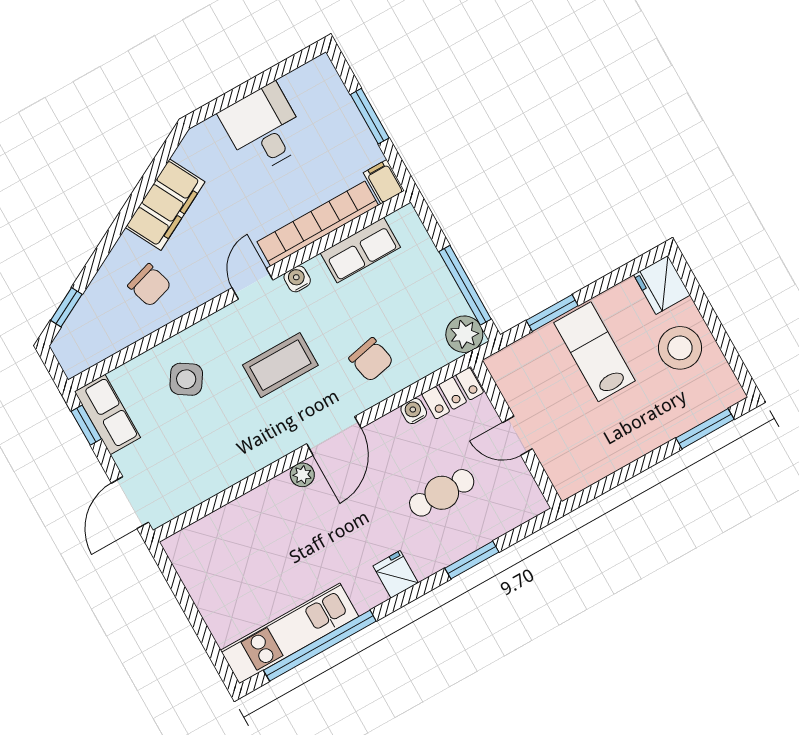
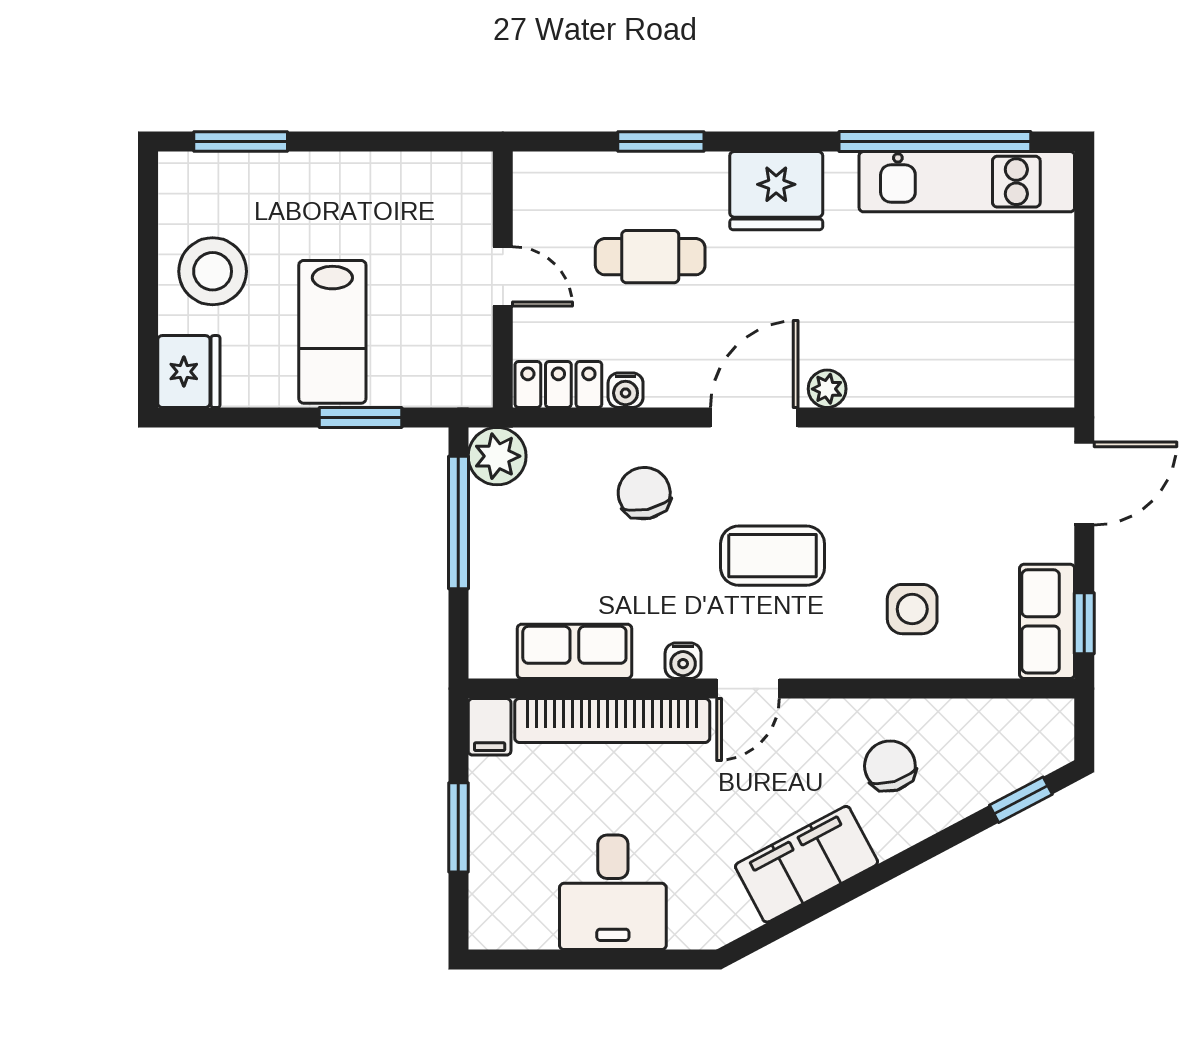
side table: (186, 379) -> (912, 609), turned -33
fridge: (396, 574) -> (776, 191), width x1.88, depth x1.34

